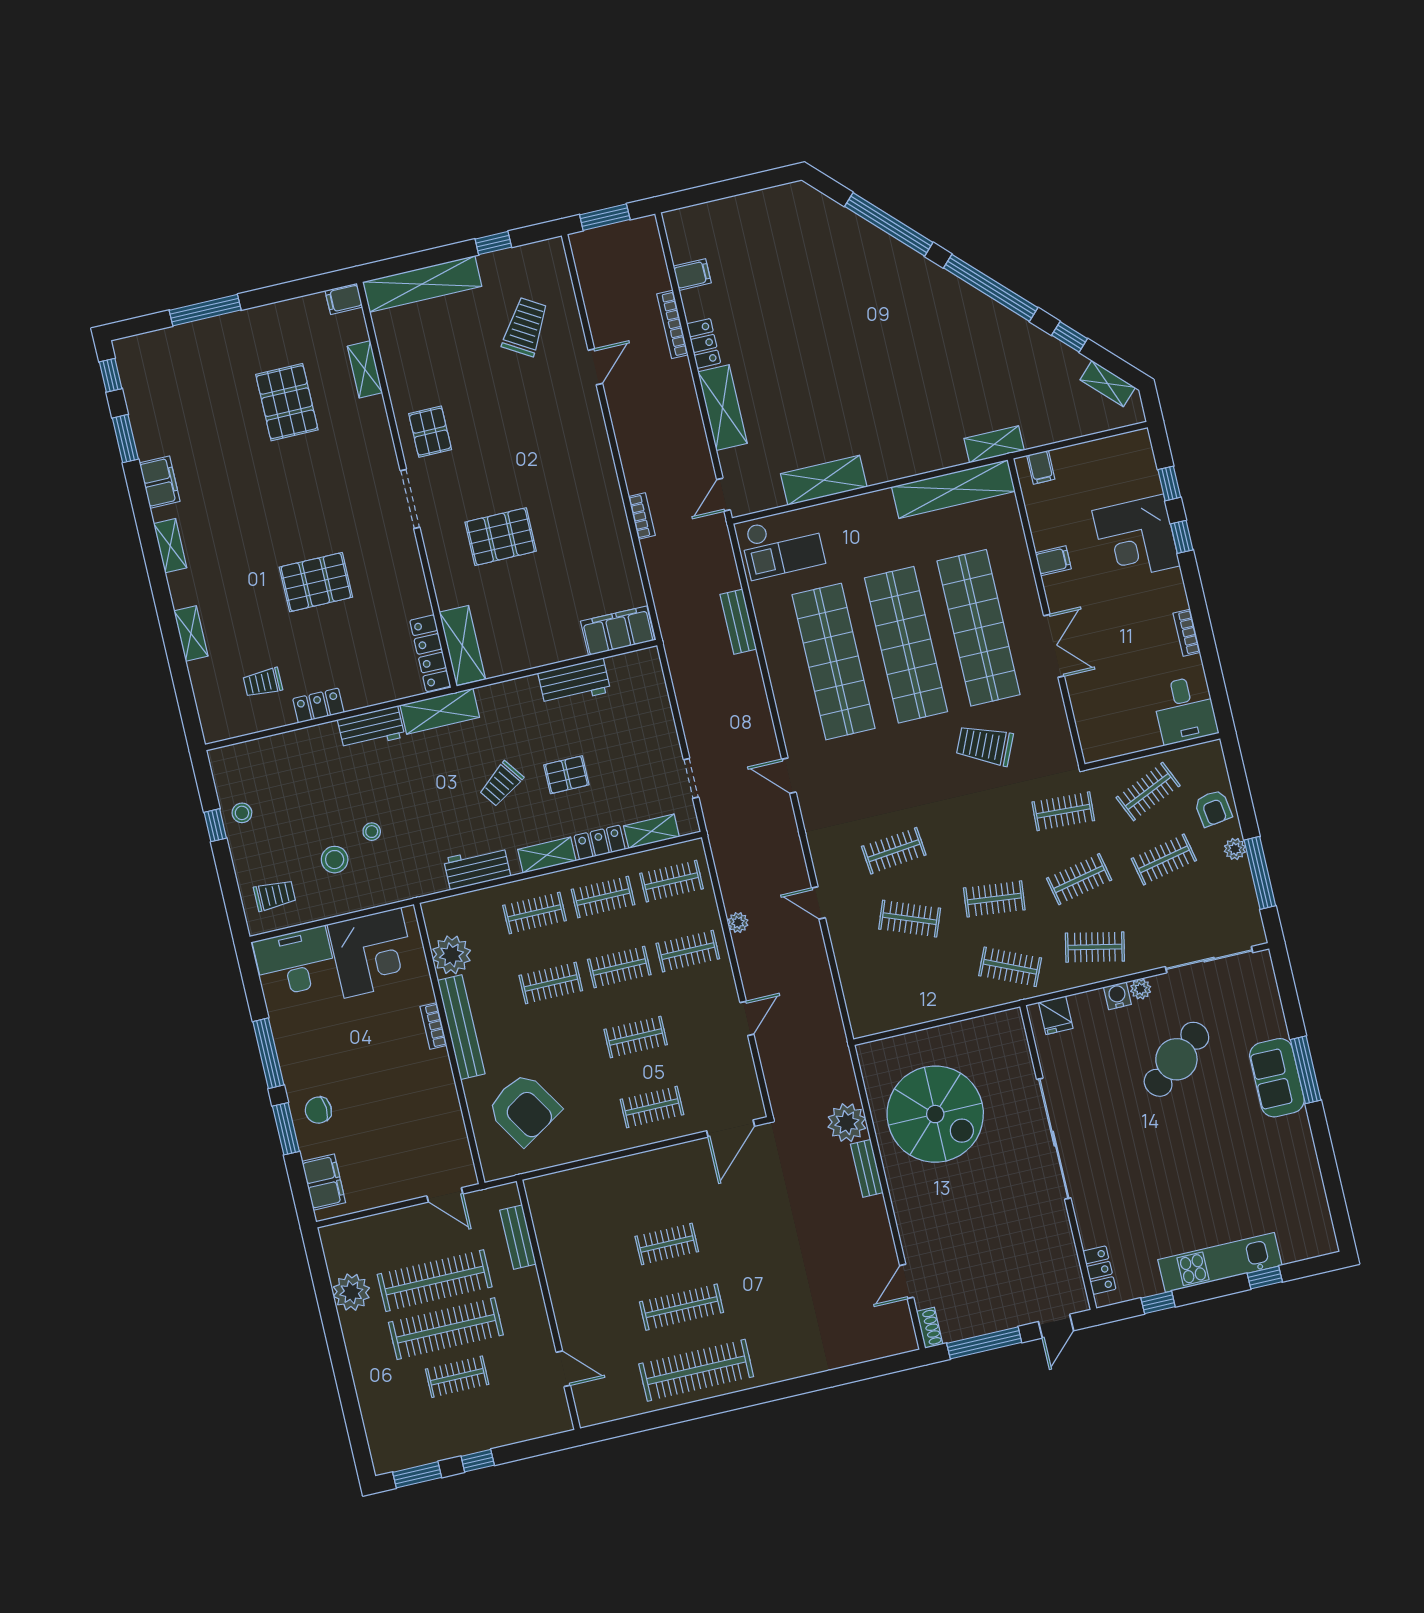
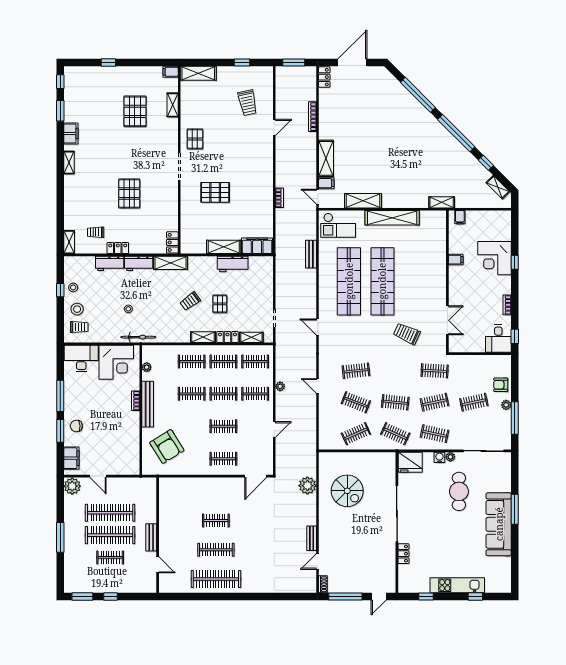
door: (731, 188) -> (352, 63), added
filing cabinet: (692, 275) -> (326, 183), moved
shelving: (422, 284) -> (198, 73), width x0.68
window: (205, 310) -> (108, 63), width x0.46
trolley: (525, 327) -> (248, 103), turned 137
locker: (704, 343) -> (324, 77), moved
window: (1169, 483) -> (515, 336), moved
shelving: (953, 489) -> (392, 218), moved
door: (723, 495) -> (318, 197), hinge flipped
pallet: (316, 582) -> (129, 194), turned 90
shop shelf: (979, 628) -> (416, 281), removed
shelving: (191, 634) -> (69, 242), moved
shelving: (462, 645) -> (224, 247), moved, turned 90
double door: (1054, 646) -> (447, 320), moved
locker: (430, 653) -> (172, 242), width x0.66
pallet: (566, 775) -> (220, 304), turned 90
clothes rail: (1148, 792) -> (356, 434), moved
armchair: (1213, 808) -> (501, 385), turned 98
stool: (335, 860) -> (77, 309), moved
workbench: (477, 867) -> (110, 263), moved, turned 180
bicycle: (407, 887) -> (138, 337), added
plant: (451, 955) -> (147, 367), width x0.53, depth x0.53
fridge: (1056, 1015) -> (410, 462), width x1.88, depth x1.34
cafe table: (1176, 1059) -> (459, 491), turned -51
sofa: (1277, 1078) -> (499, 524), width x1.85, depth x1.27
spiral stairs: (935, 1114) -> (347, 491), width x0.73, depth x0.73
bench: (867, 1168) -> (312, 538), moved
door: (445, 1195) -> (98, 476), moved
bench: (518, 1237) -> (151, 537), moved
locker: (1099, 1270) -> (403, 554), moved
plant: (351, 1292) -> (72, 486), moved
window: (339, 1359) -> (60, 537), added

